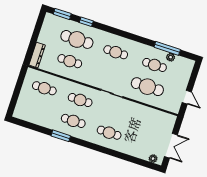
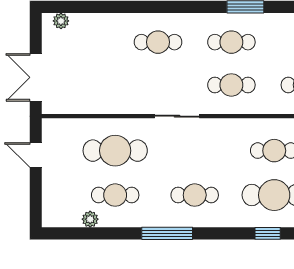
window: (167, 48) -> (167, 233), moved
double door: (171, 146) -> (36, 77), moved

